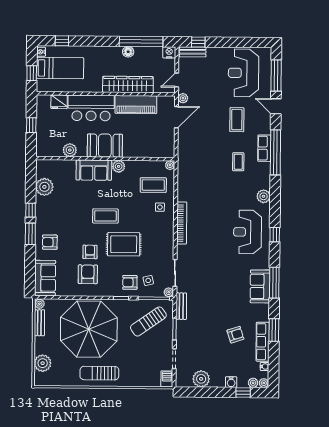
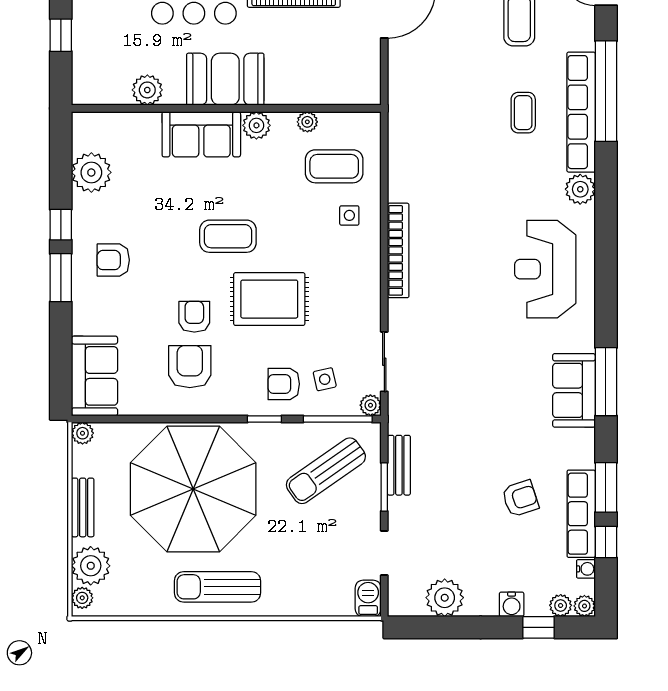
row of seats: (264, 148) -> (581, 112), width x2.02
plant: (170, 165) -> (307, 122), moved
window: (275, 235) -> (606, 542), moved
armchair: (50, 242) -> (113, 260), moved
bench: (181, 306) -> (399, 465), moved
bench: (39, 323) -> (83, 507), moved
plant: (39, 378) -> (82, 598), added

